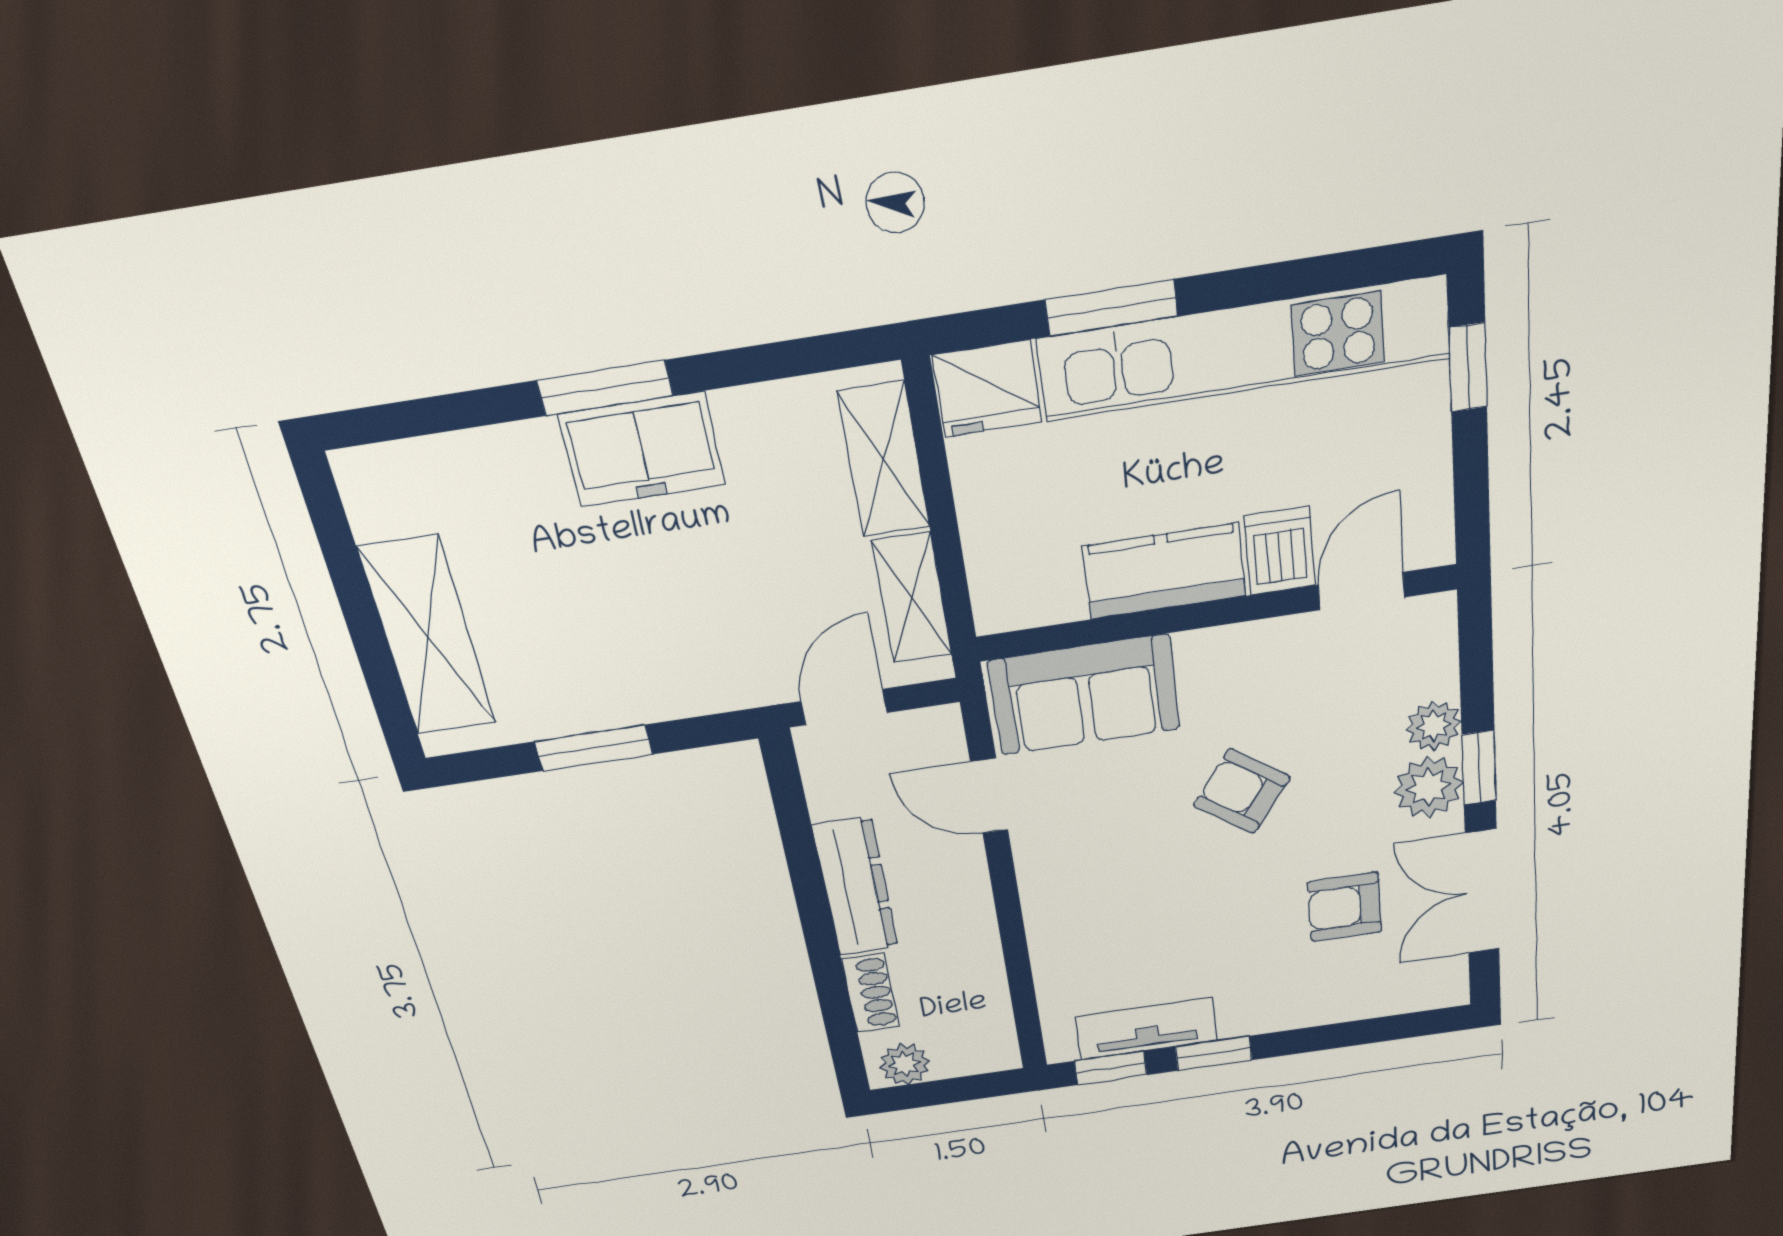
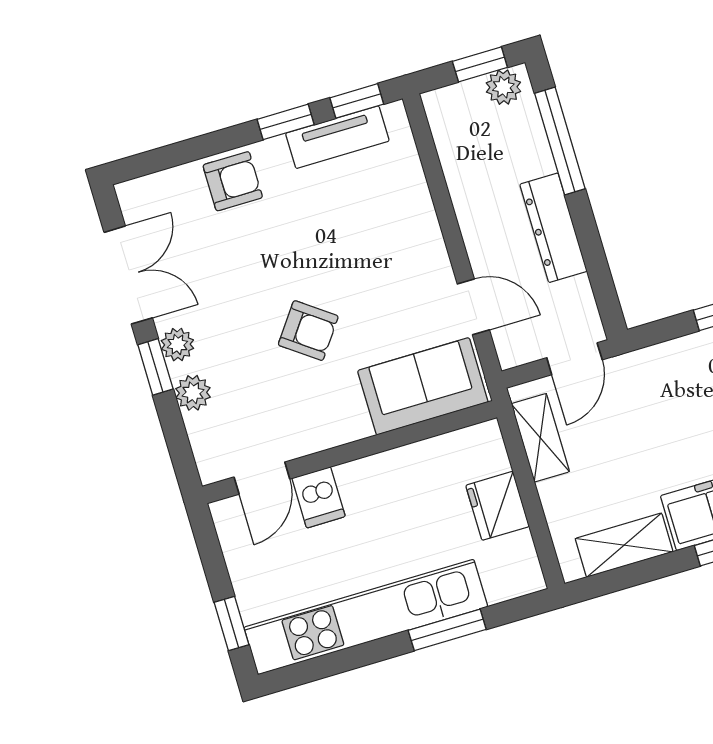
fridge: (987, 389) -> (498, 506), moved, turned -90
shelving: (884, 460) -> (624, 545), moved, turned 90
kitchen counter: (1164, 571) -> (387, 475), removed
plant: (1428, 787) -> (177, 345), width x0.73, depth x0.73
armchair: (1345, 907) -> (233, 181), moved
window: (833, 993) -> (560, 141), added
shoe rack: (870, 993) -> (534, 144), removed
window: (933, 1093) -> (480, 64), added

